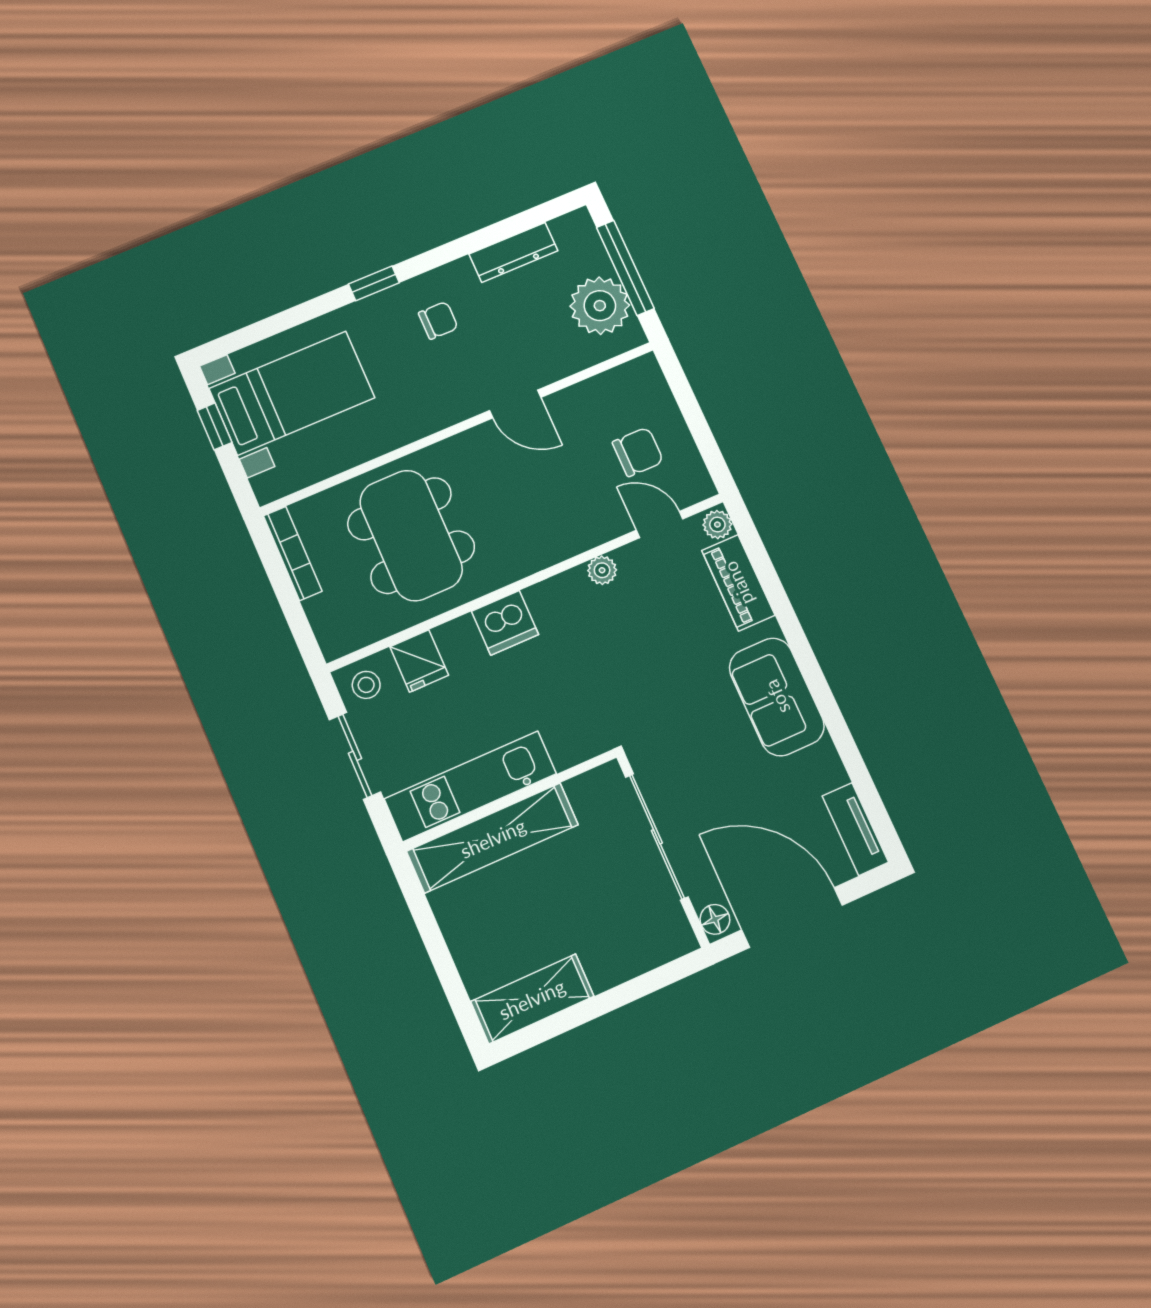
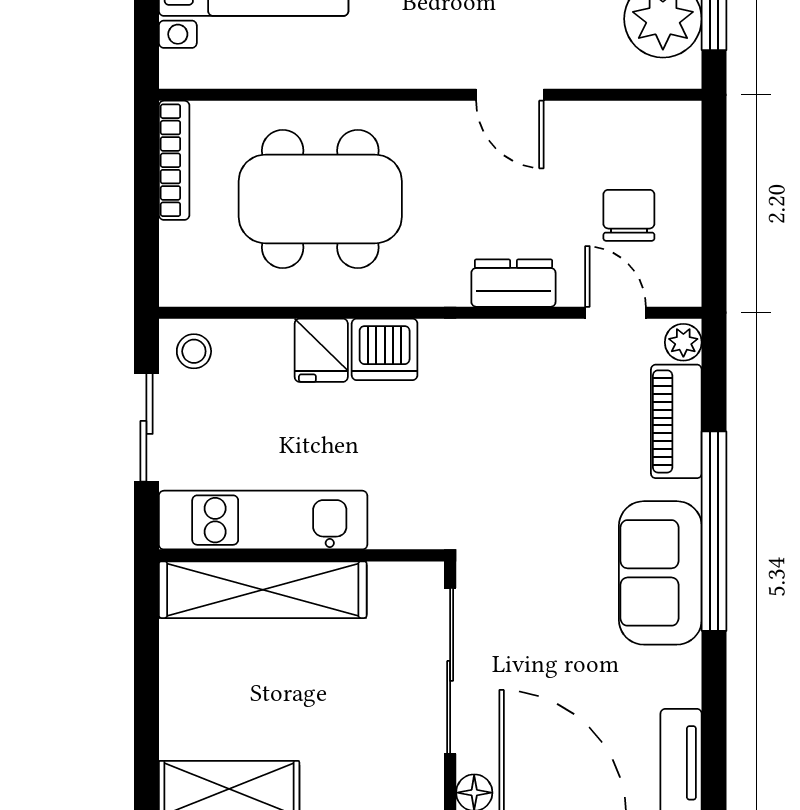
chair: (638, 452) -> (629, 215), turned -90
dining table: (411, 535) -> (320, 199), turned 90
dresser: (577, 535) -> (513, 283), added
plant: (602, 570) -> (524, 337), removed
window: (801, 650) -> (714, 531), added
fridge: (419, 661) -> (321, 350), moved

